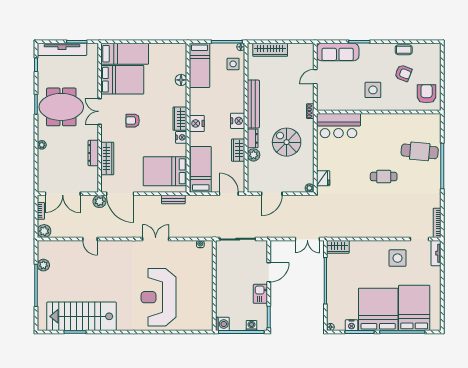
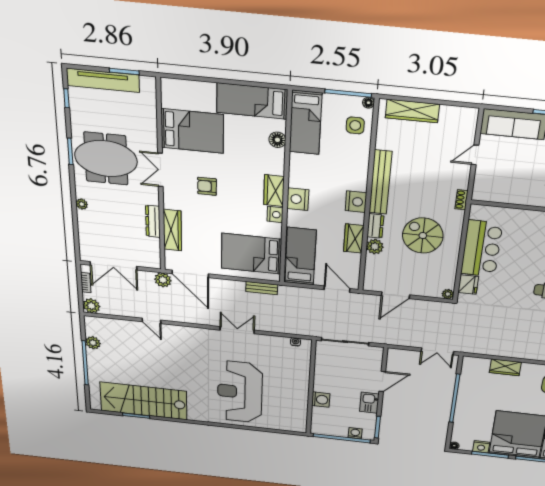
bed: (125, 54) -> (252, 101), moved, turned 180
bar counter: (338, 126) -> (481, 249), moved, turned -90
wardrobe: (338, 247) -> (505, 367), moved
washing machine: (222, 324) -> (321, 400), moved

